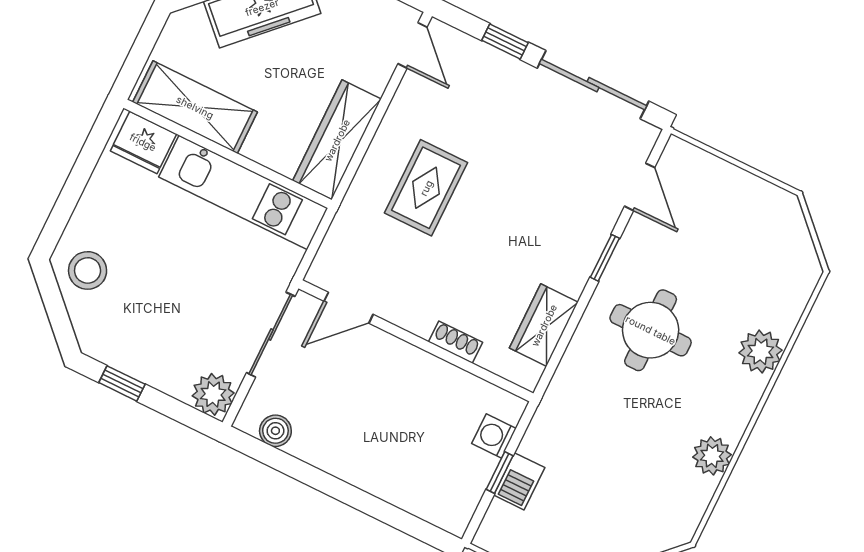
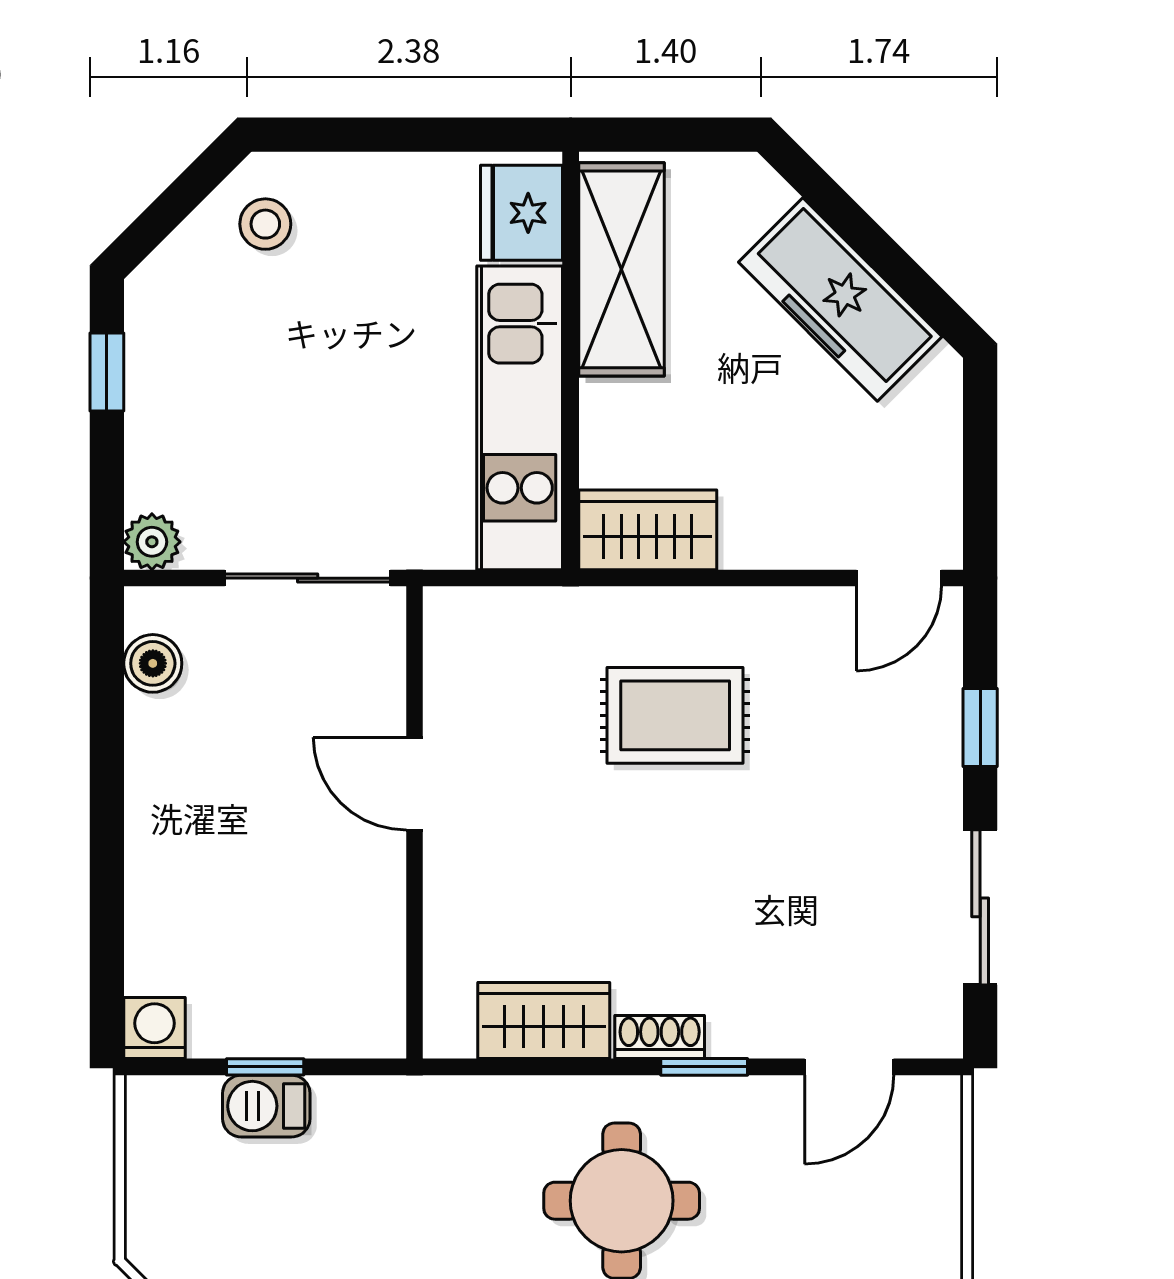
sliding door: (593, 85) -> (980, 907), width x0.73
wardrobe: (337, 140) -> (648, 530), width x0.67
stool: (88, 270) -> (265, 224), width x0.73, depth x0.73
door: (349, 308) -> (414, 784), moved
shoe rack: (455, 342) -> (660, 1037), moved, turned -90
plant: (213, 394) -> (152, 542), width x0.73, depth x0.73
washing machine: (494, 436) -> (154, 1028), moved

